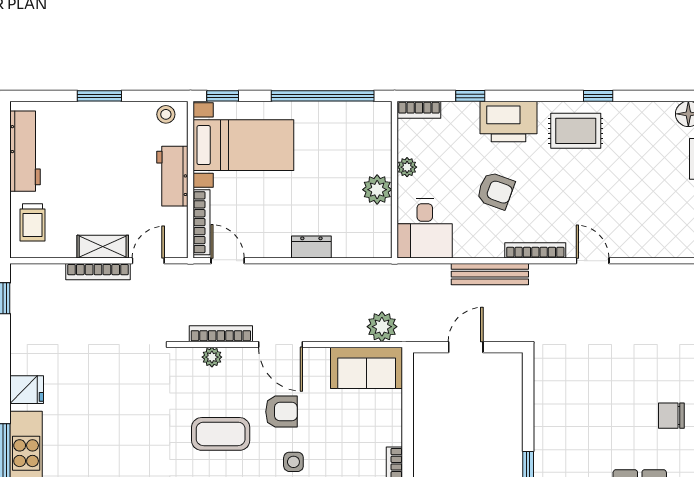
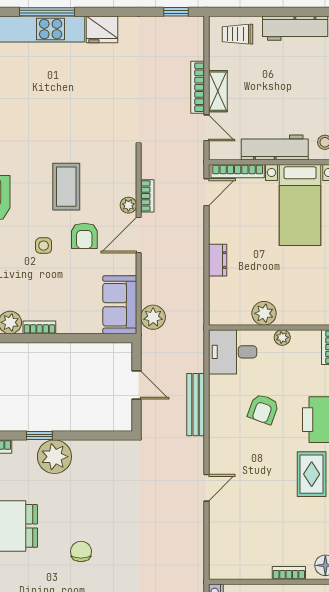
workbench: (172, 176) -> (275, 148), width x1.38
bookcase: (535, 250) -> (215, 441), removed
bookcase: (221, 334) -> (147, 196), width x0.64
plant: (212, 357) -> (128, 205), moved
fridge: (27, 390) -> (102, 29), width x1.38
plant: (554, 448) -> (54, 457), added

